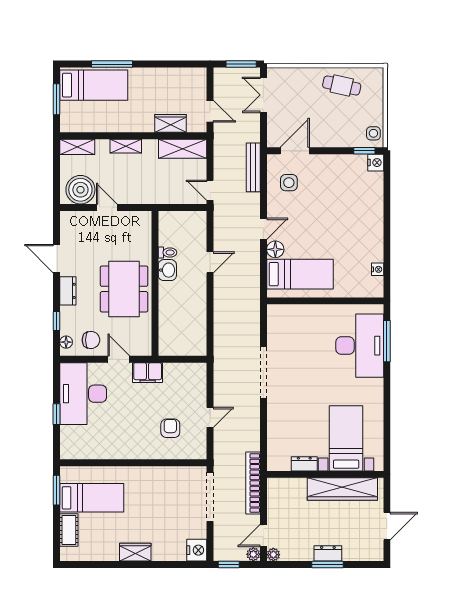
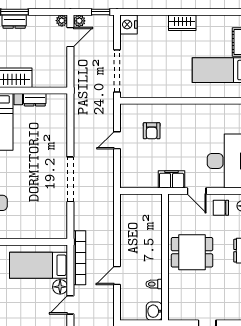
washbasin: (167, 270) -> (154, 311), moved
dining table: (124, 289) -> (192, 252), width x0.73
bookcase: (253, 483) -> (79, 258), moved

